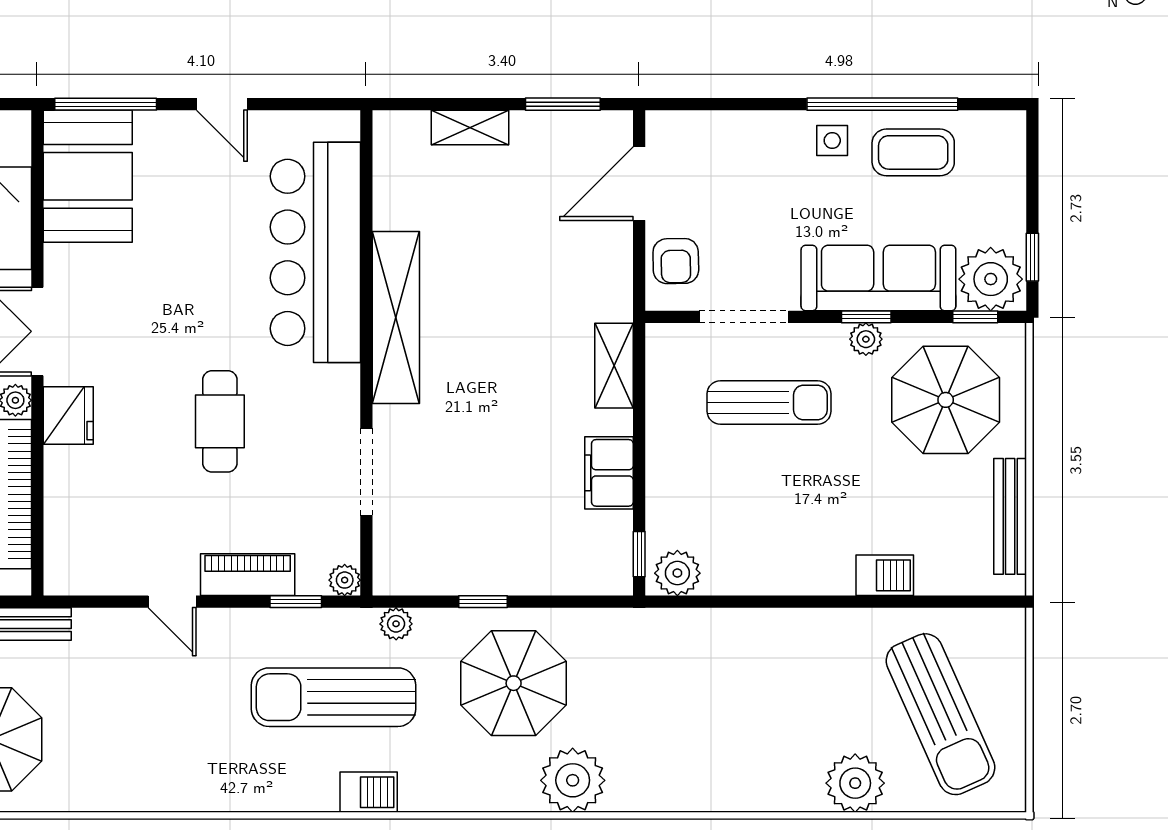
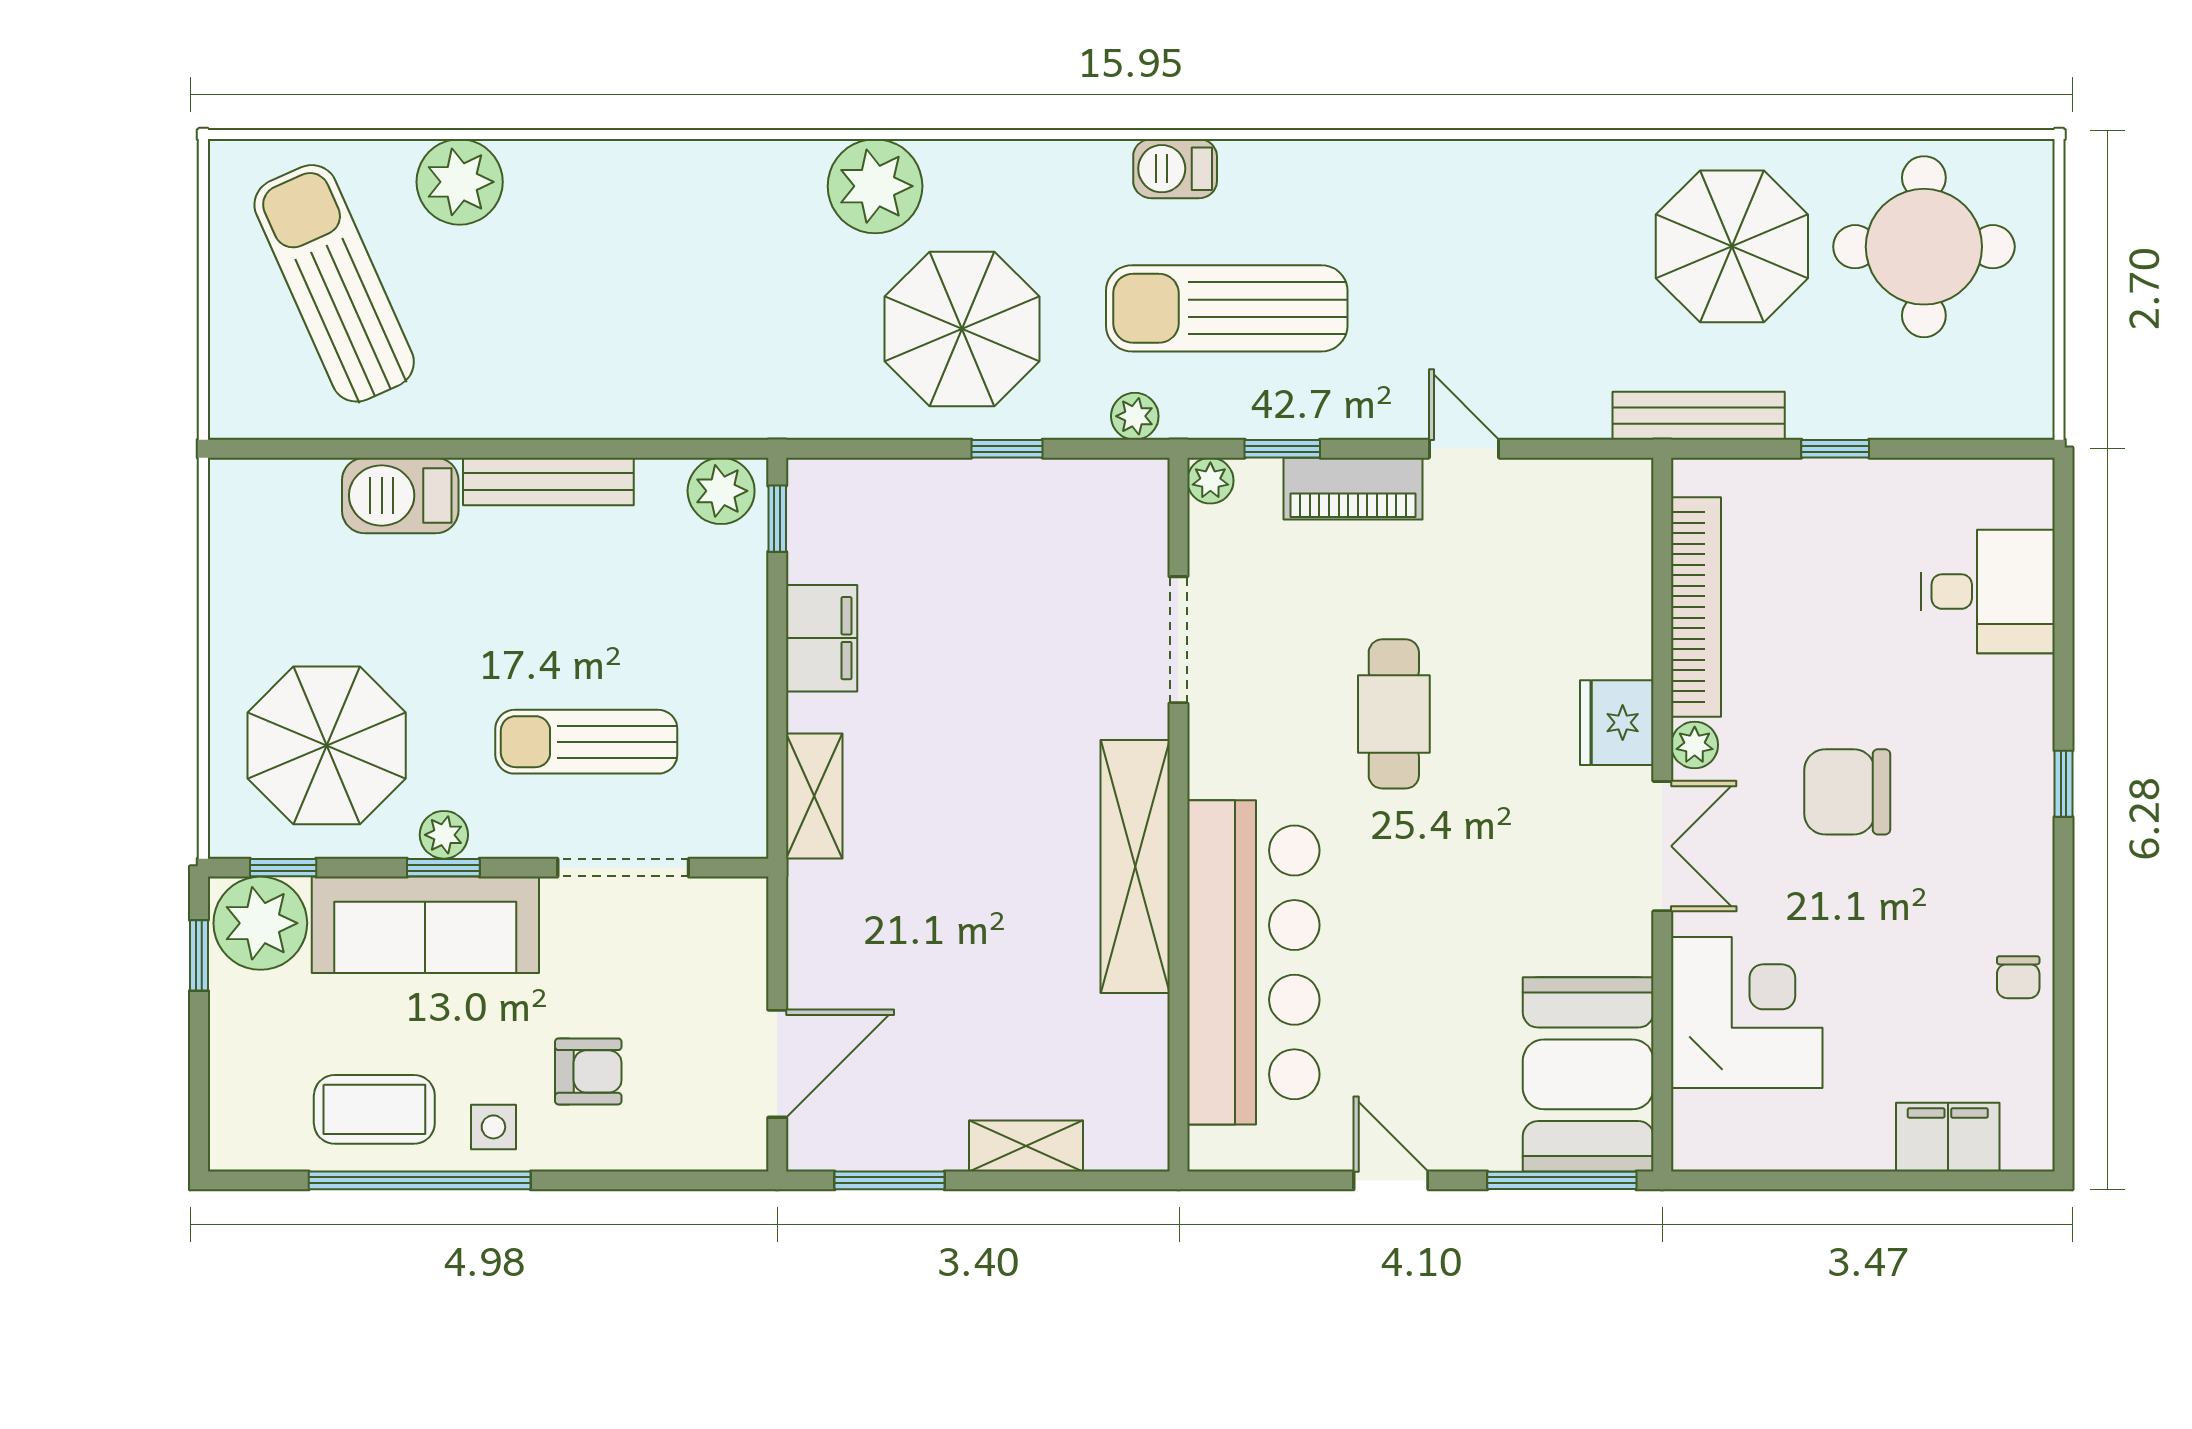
armchair: (676, 261) -> (588, 1071), moved, turned 91
bench: (1010, 516) -> (548, 481), moved, turned 90
barbecue: (885, 575) -> (400, 495), width x1.38, depth x1.27
sun lounger: (333, 697) -> (1227, 308), turned 180

